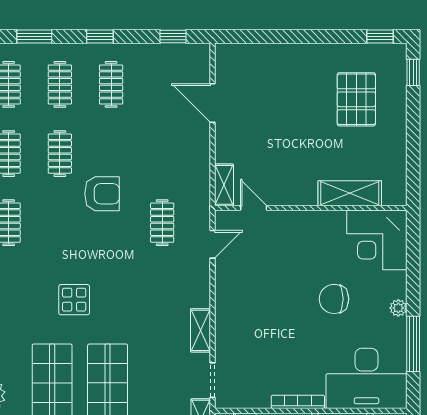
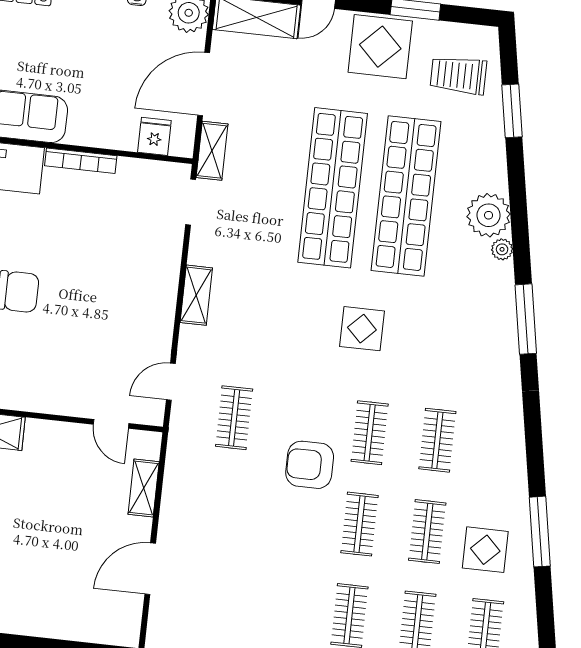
clothes rail: (111, 84) -> (370, 433), moved
door: (212, 103) -> (150, 569), swing flipped
shelving: (224, 185) -> (144, 488), moved
shelving: (201, 330) -> (196, 295), moved

